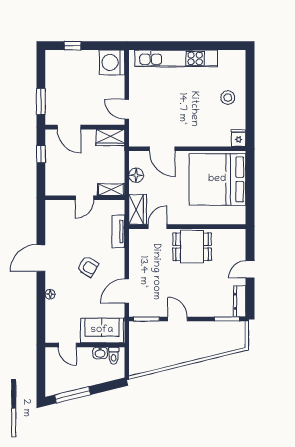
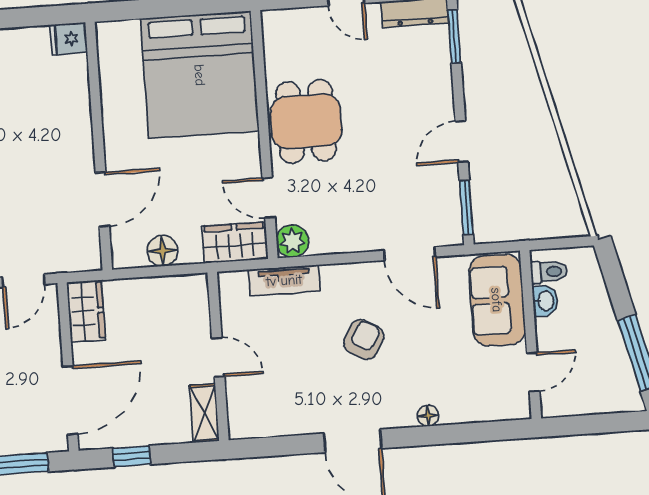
door: (69, 127) -> (70, 400), width x1.36
bed: (217, 179) -> (200, 75), moved
shelving: (111, 190) -> (204, 413), moved
plant: (136, 236) -> (292, 241), added

